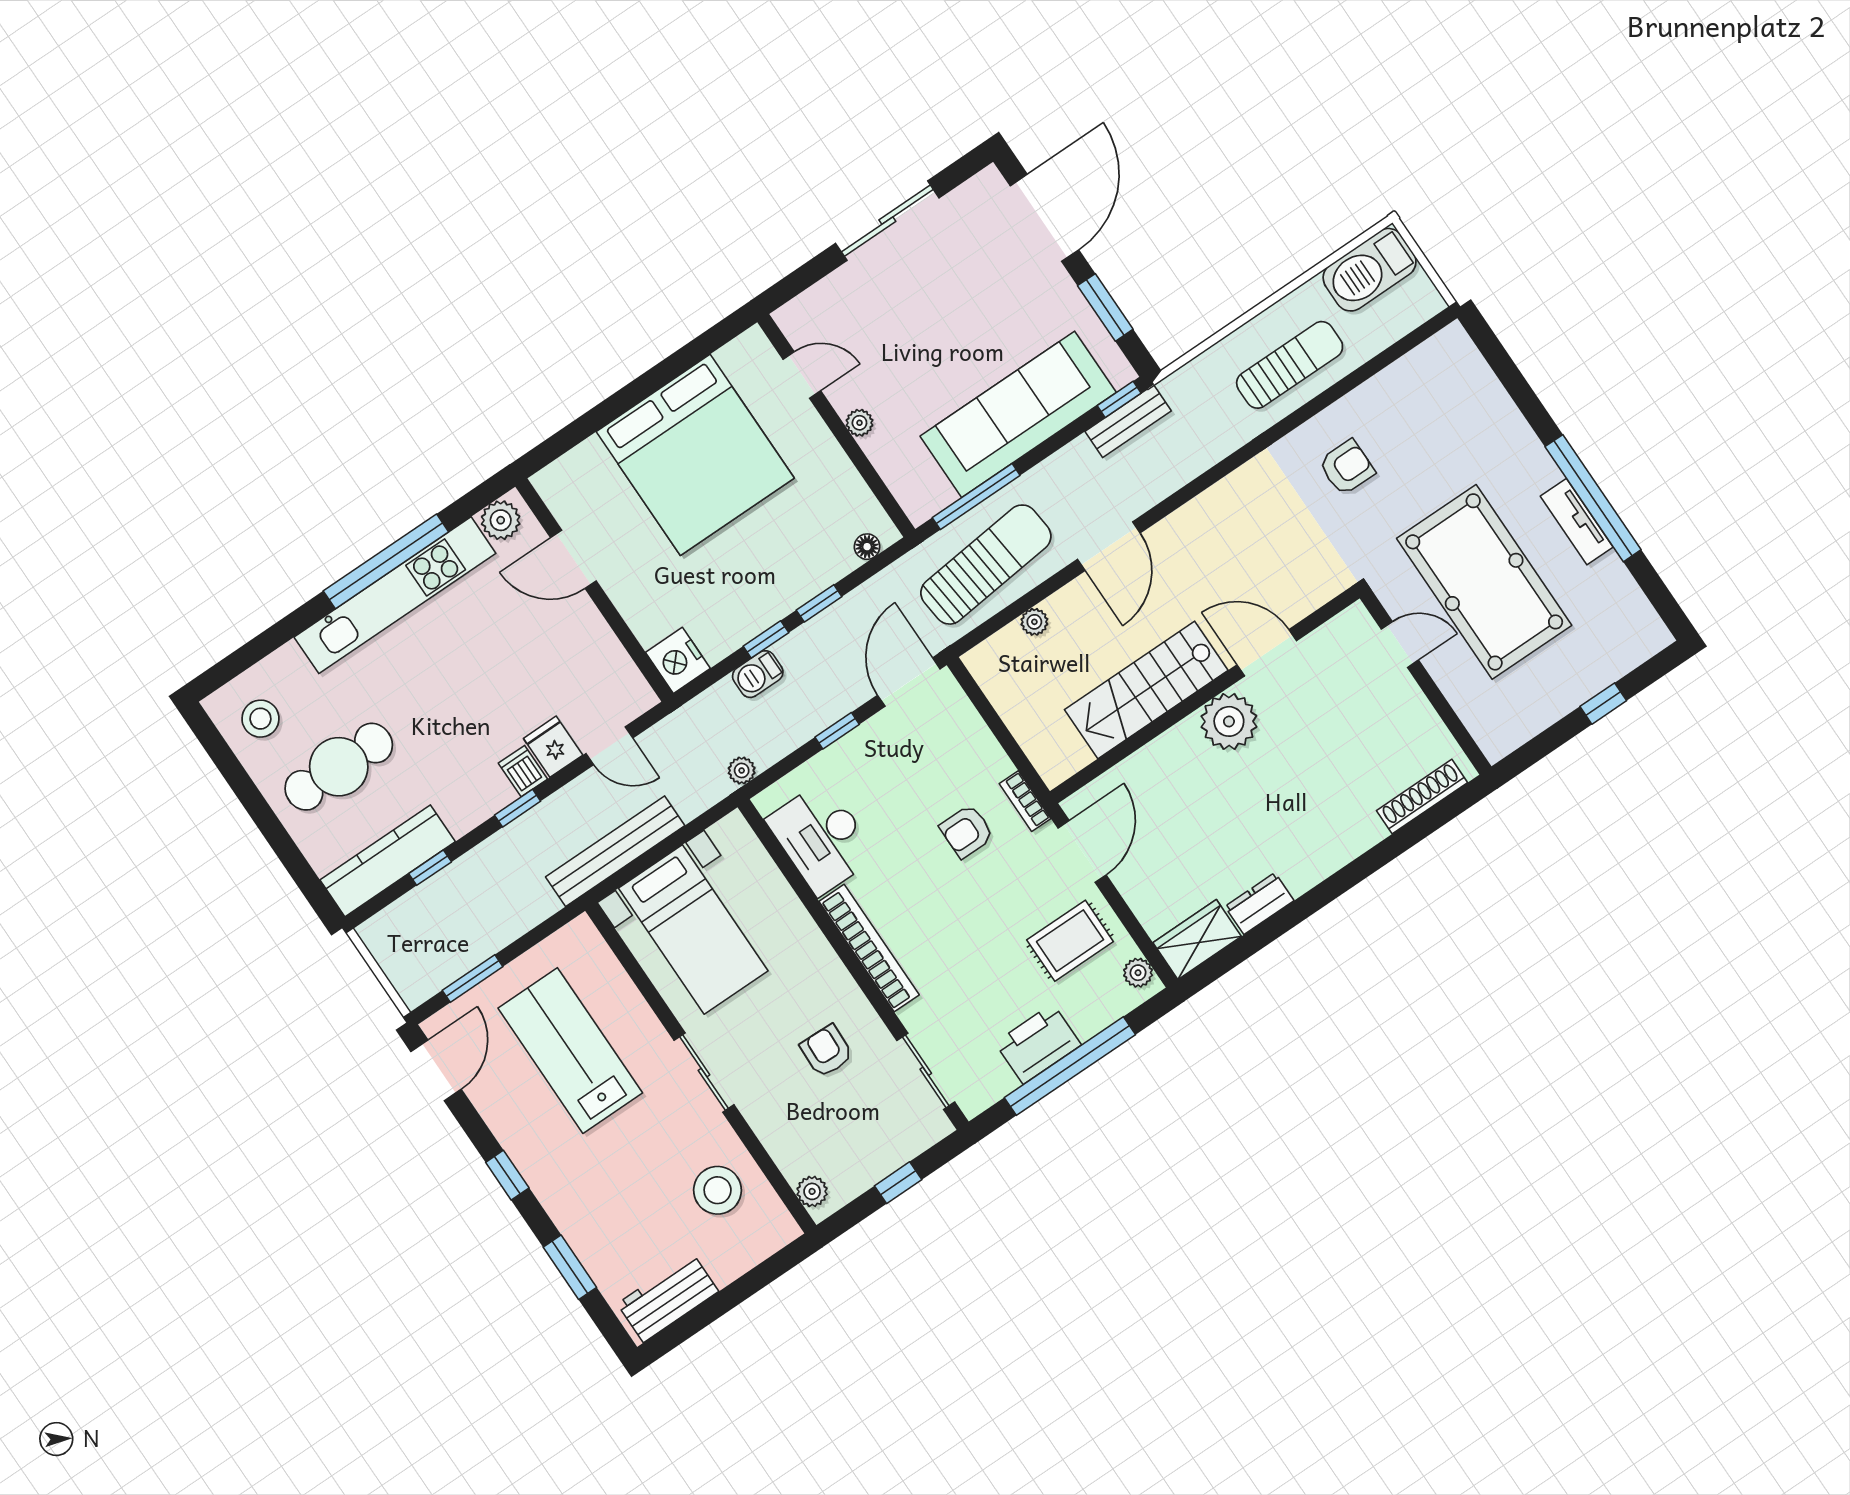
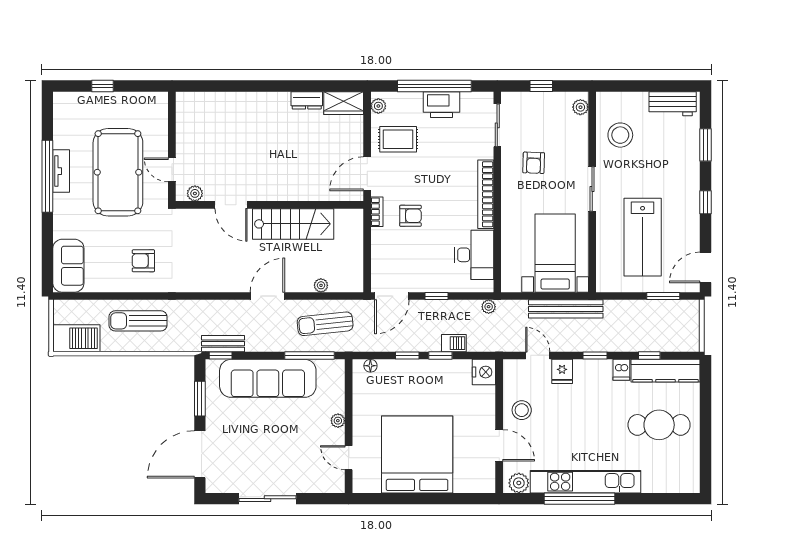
sofa: (1462, 378) -> (68, 266), added
sun lounger: (986, 565) -> (325, 324), width x0.73, depth x0.75
stool: (260, 719) -> (522, 410), moved
plant: (1229, 721) -> (195, 193), moved, width x0.53, depth x0.53
dishwasher: (523, 771) -> (621, 370), moved
shoe rack: (1422, 797) -> (207, 99), removed

